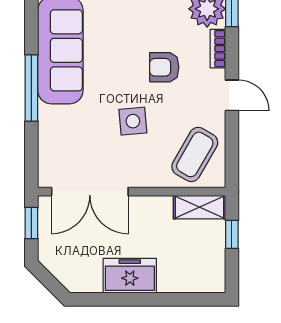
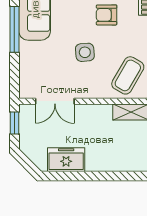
double door: (90, 192) -> (55, 101), width x0.73
freezer: (130, 276) -> (66, 160), moved

